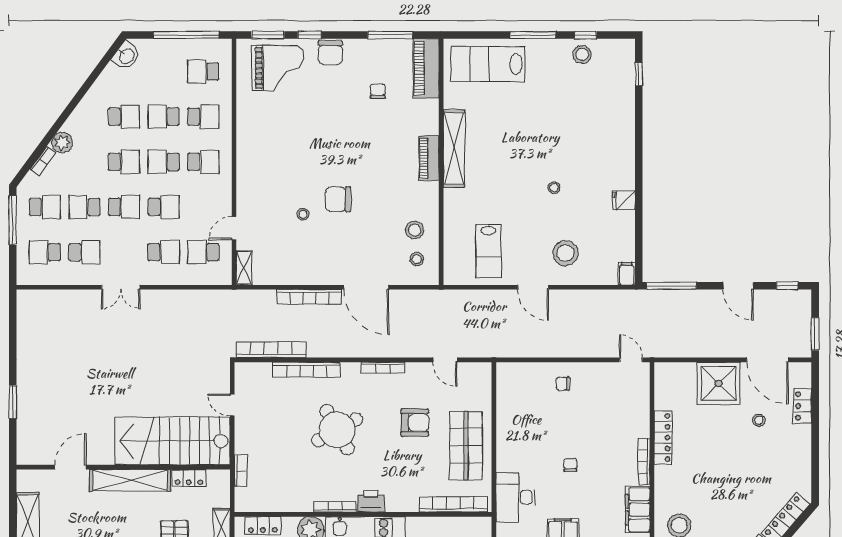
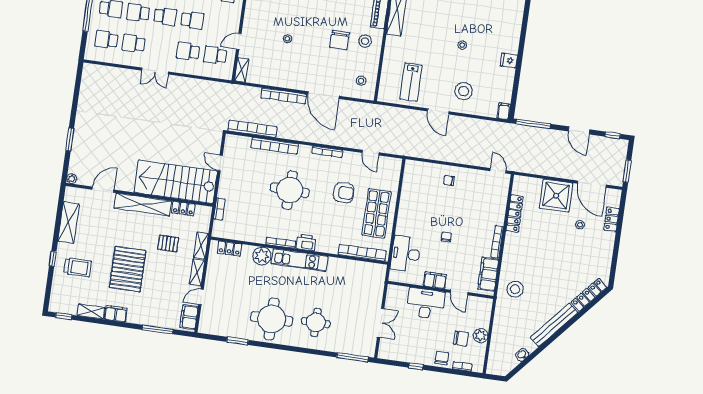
chair: (338, 199) -> (340, 40), moved, turned -89
stool: (415, 230) -> (365, 41), moved
school desk: (84, 252) -> (134, 44), turned 180
school desk: (164, 252) -> (188, 51), turned 180
round table: (337, 430) -> (290, 190), turned 31
locker: (663, 438) -> (515, 213), moved
plant: (23, 458) -> (72, 179), added

